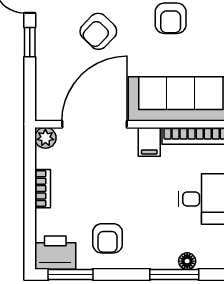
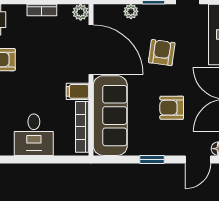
armchair: (98, 31) -> (162, 53), turned 54
plant: (44, 72) -> (131, 11), added

